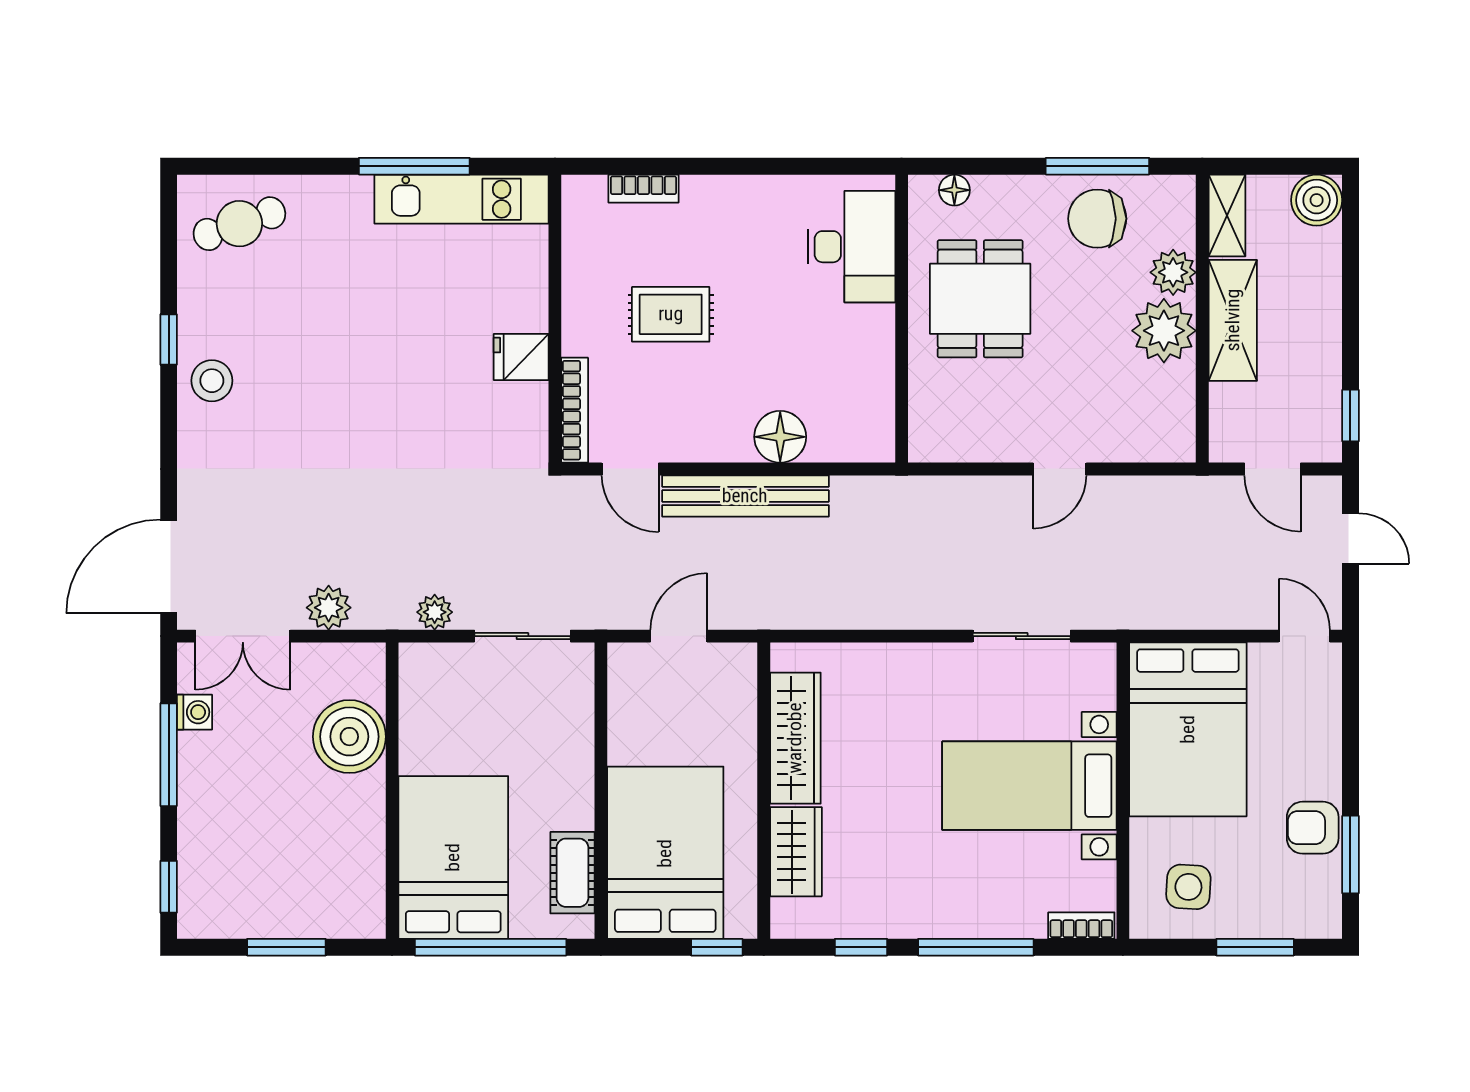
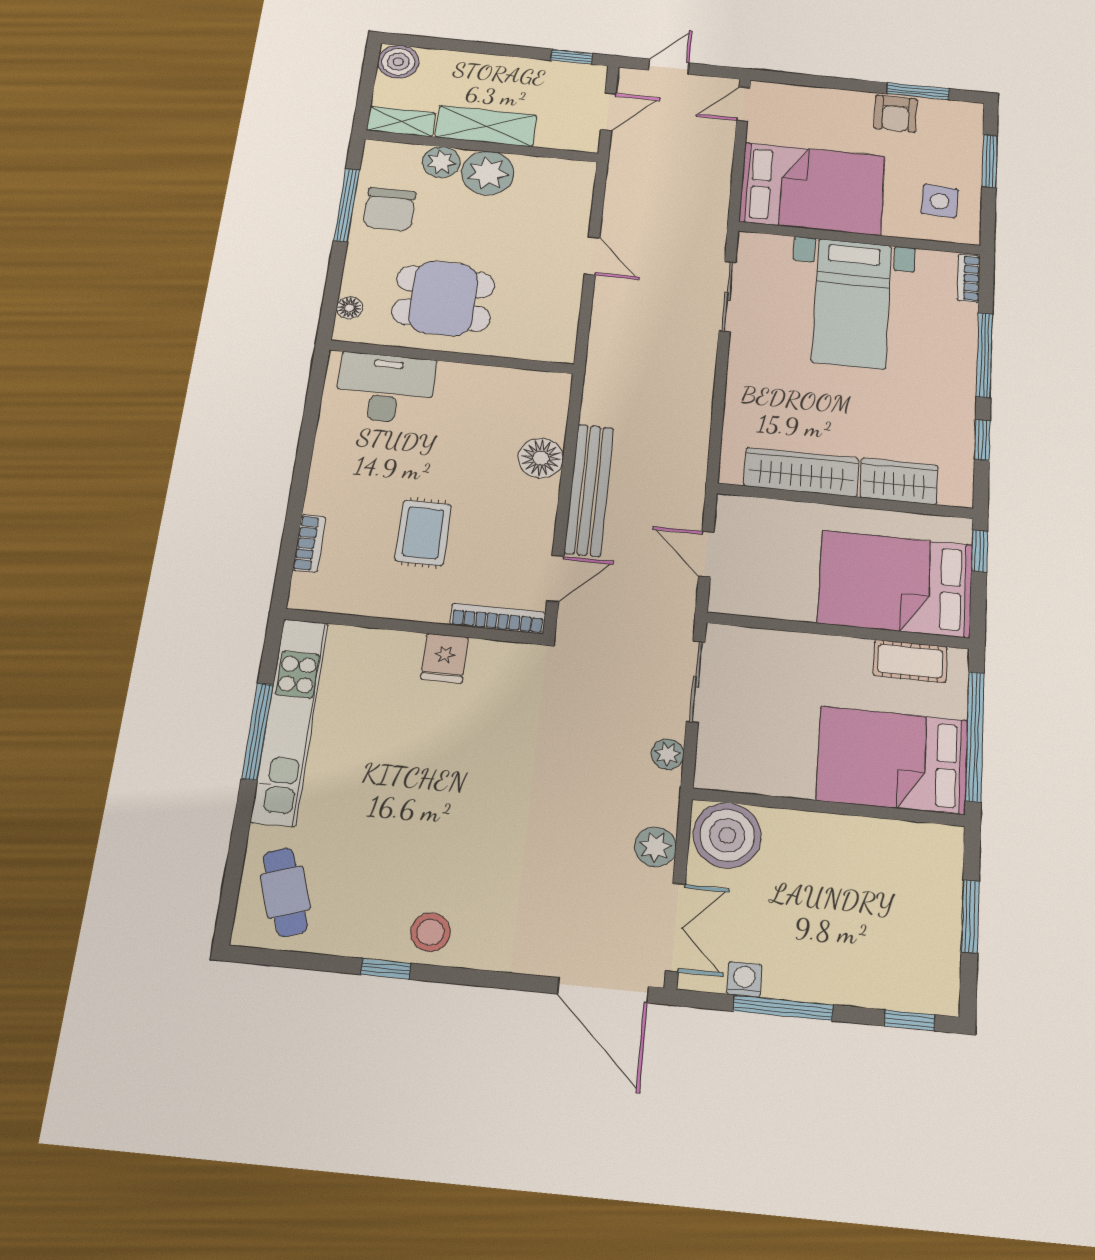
kitchen unit: (462, 199) -> (290, 721), width x1.36
boiler: (349, 737) -> (727, 835), moved

